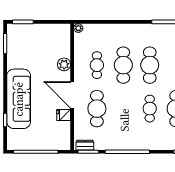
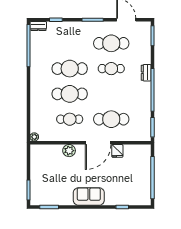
sofa: (19, 99) -> (89, 196), width x0.54, depth x0.79
dresser: (85, 145) -> (146, 73), moved

